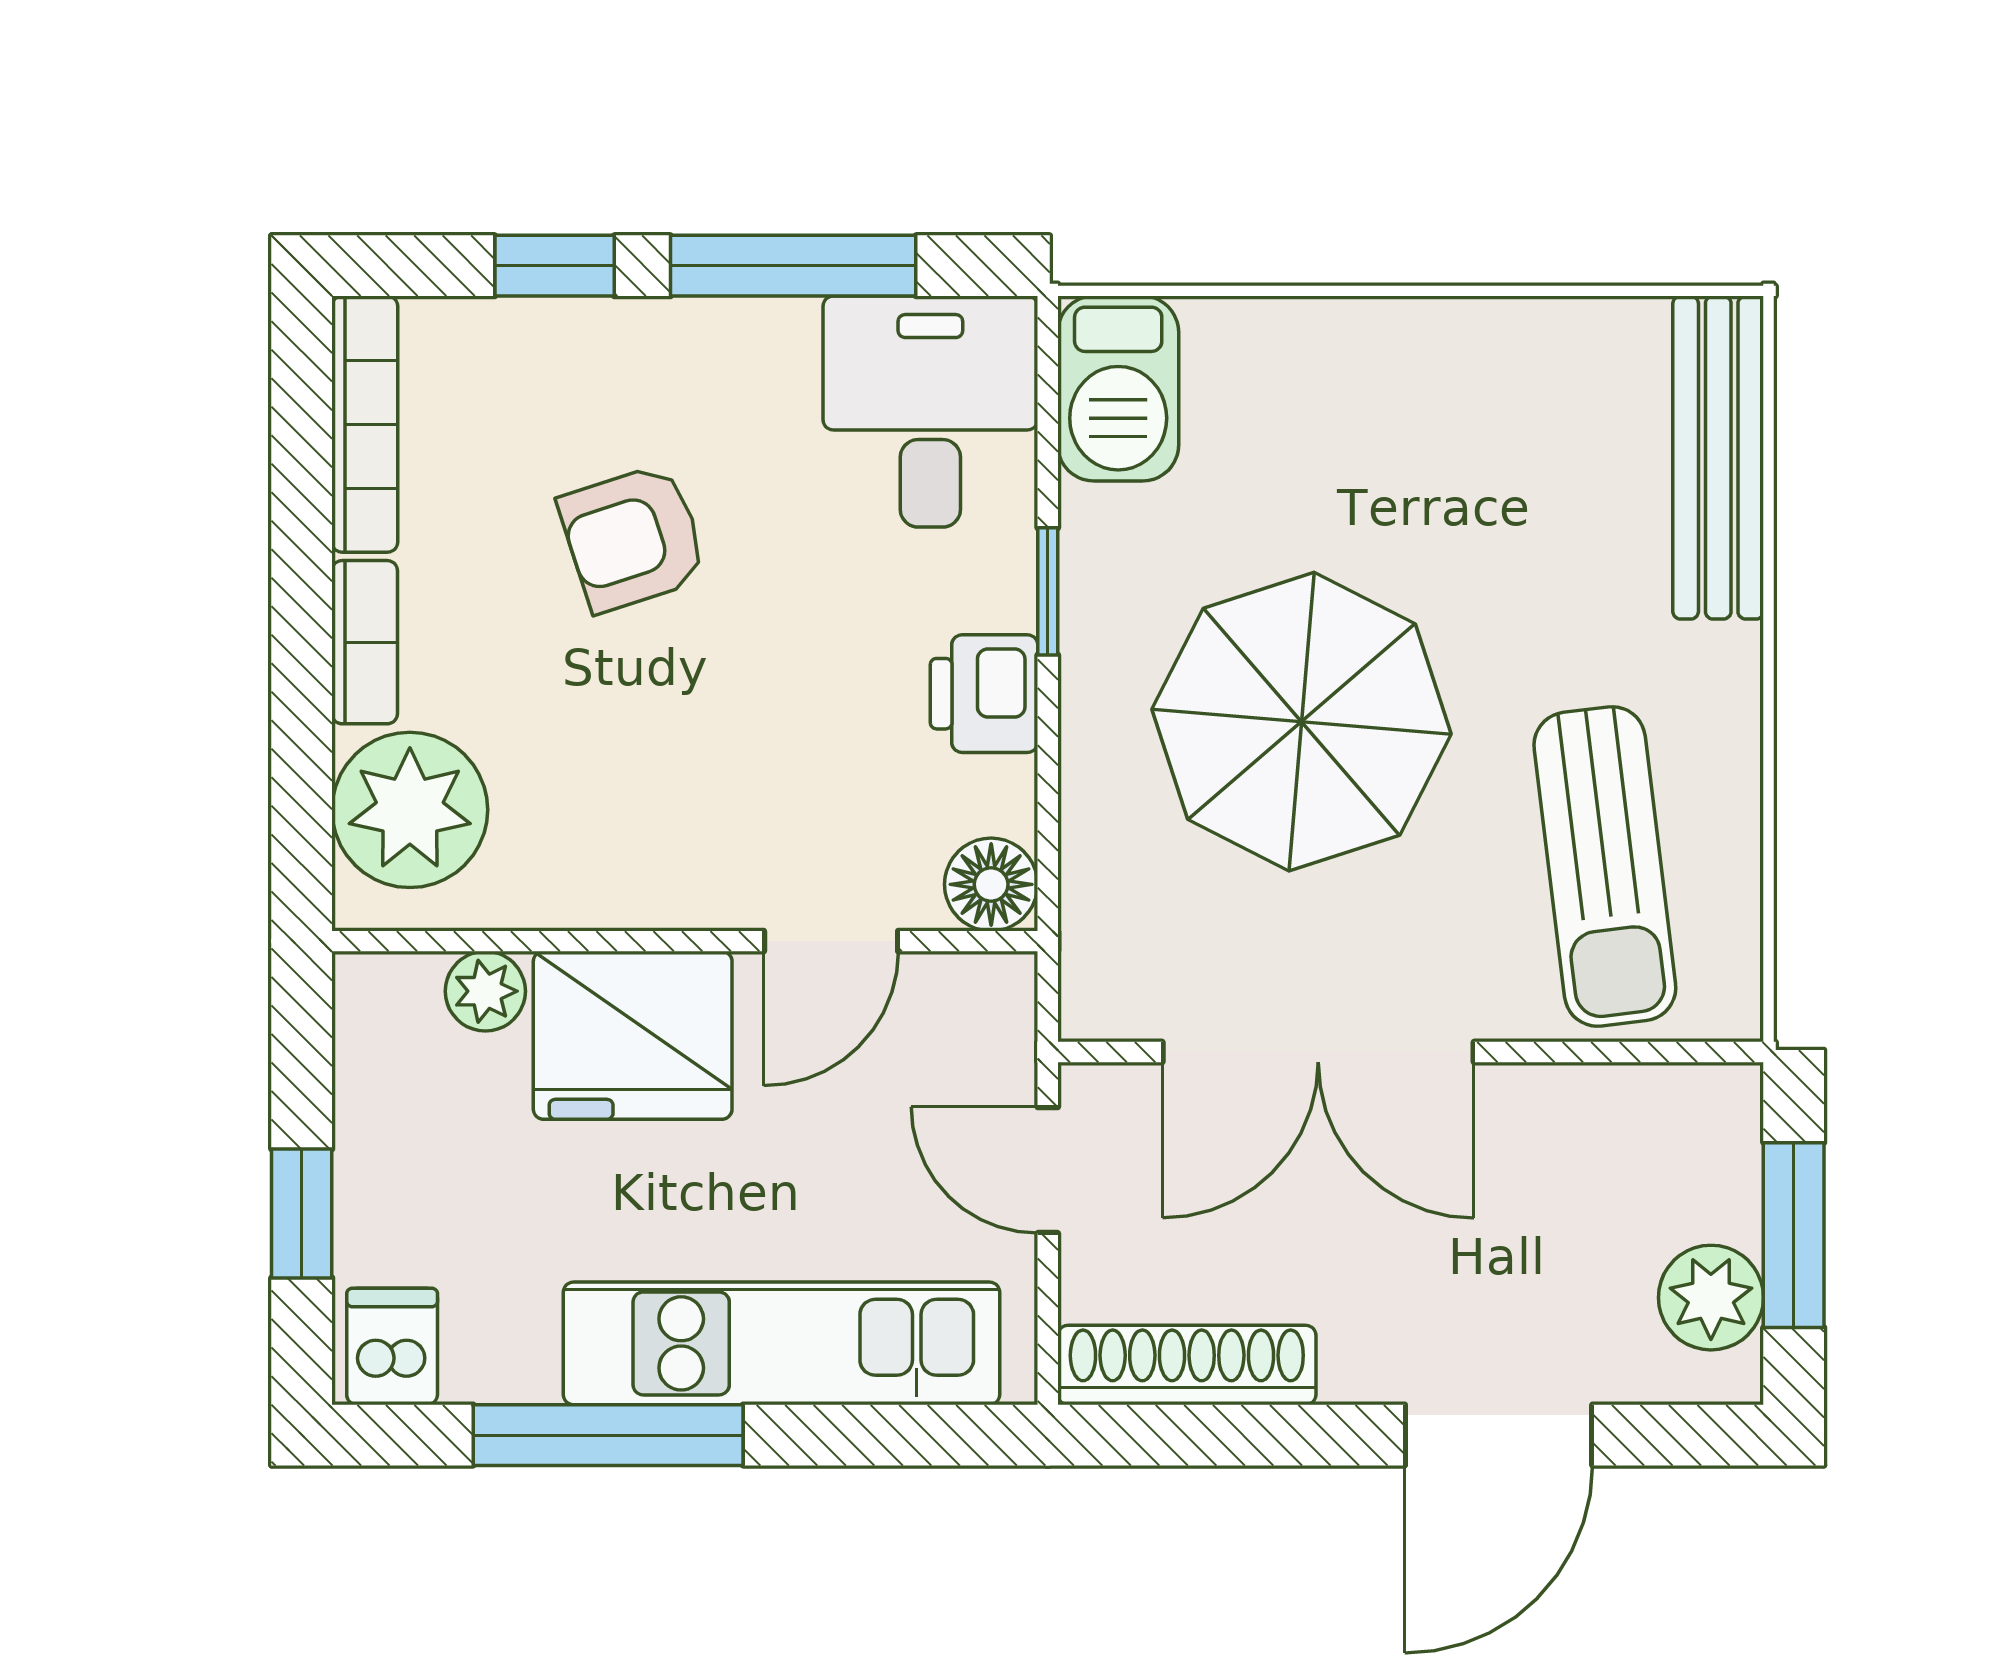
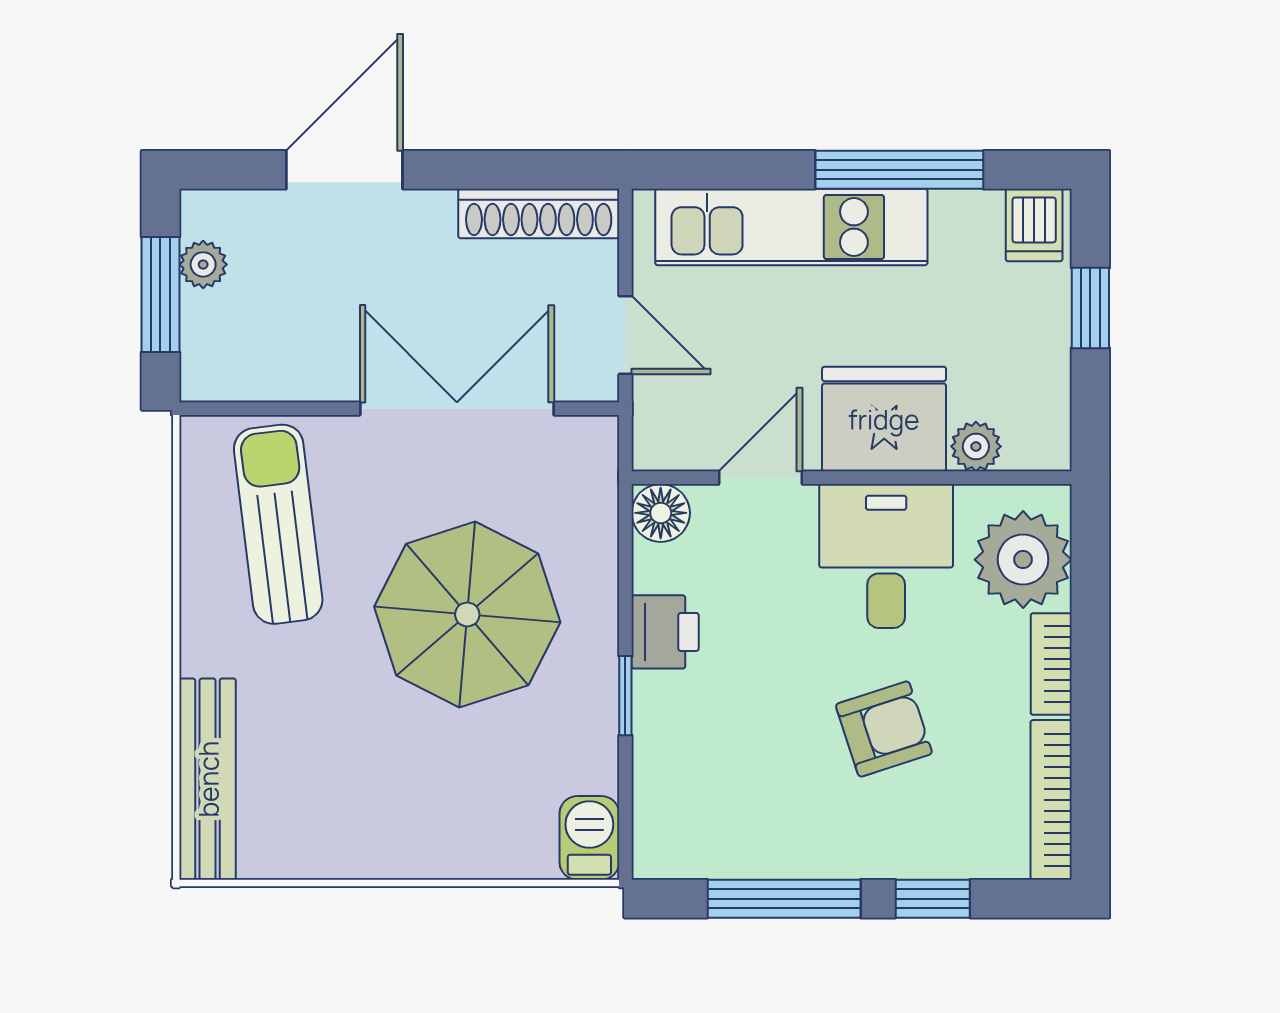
barbecue: (1118, 389) -> (589, 838), width x0.73, depth x0.79
desk: (930, 412) -> (886, 556), moved, turned 180
plant: (1711, 1298) -> (203, 264), width x0.73, depth x0.73

